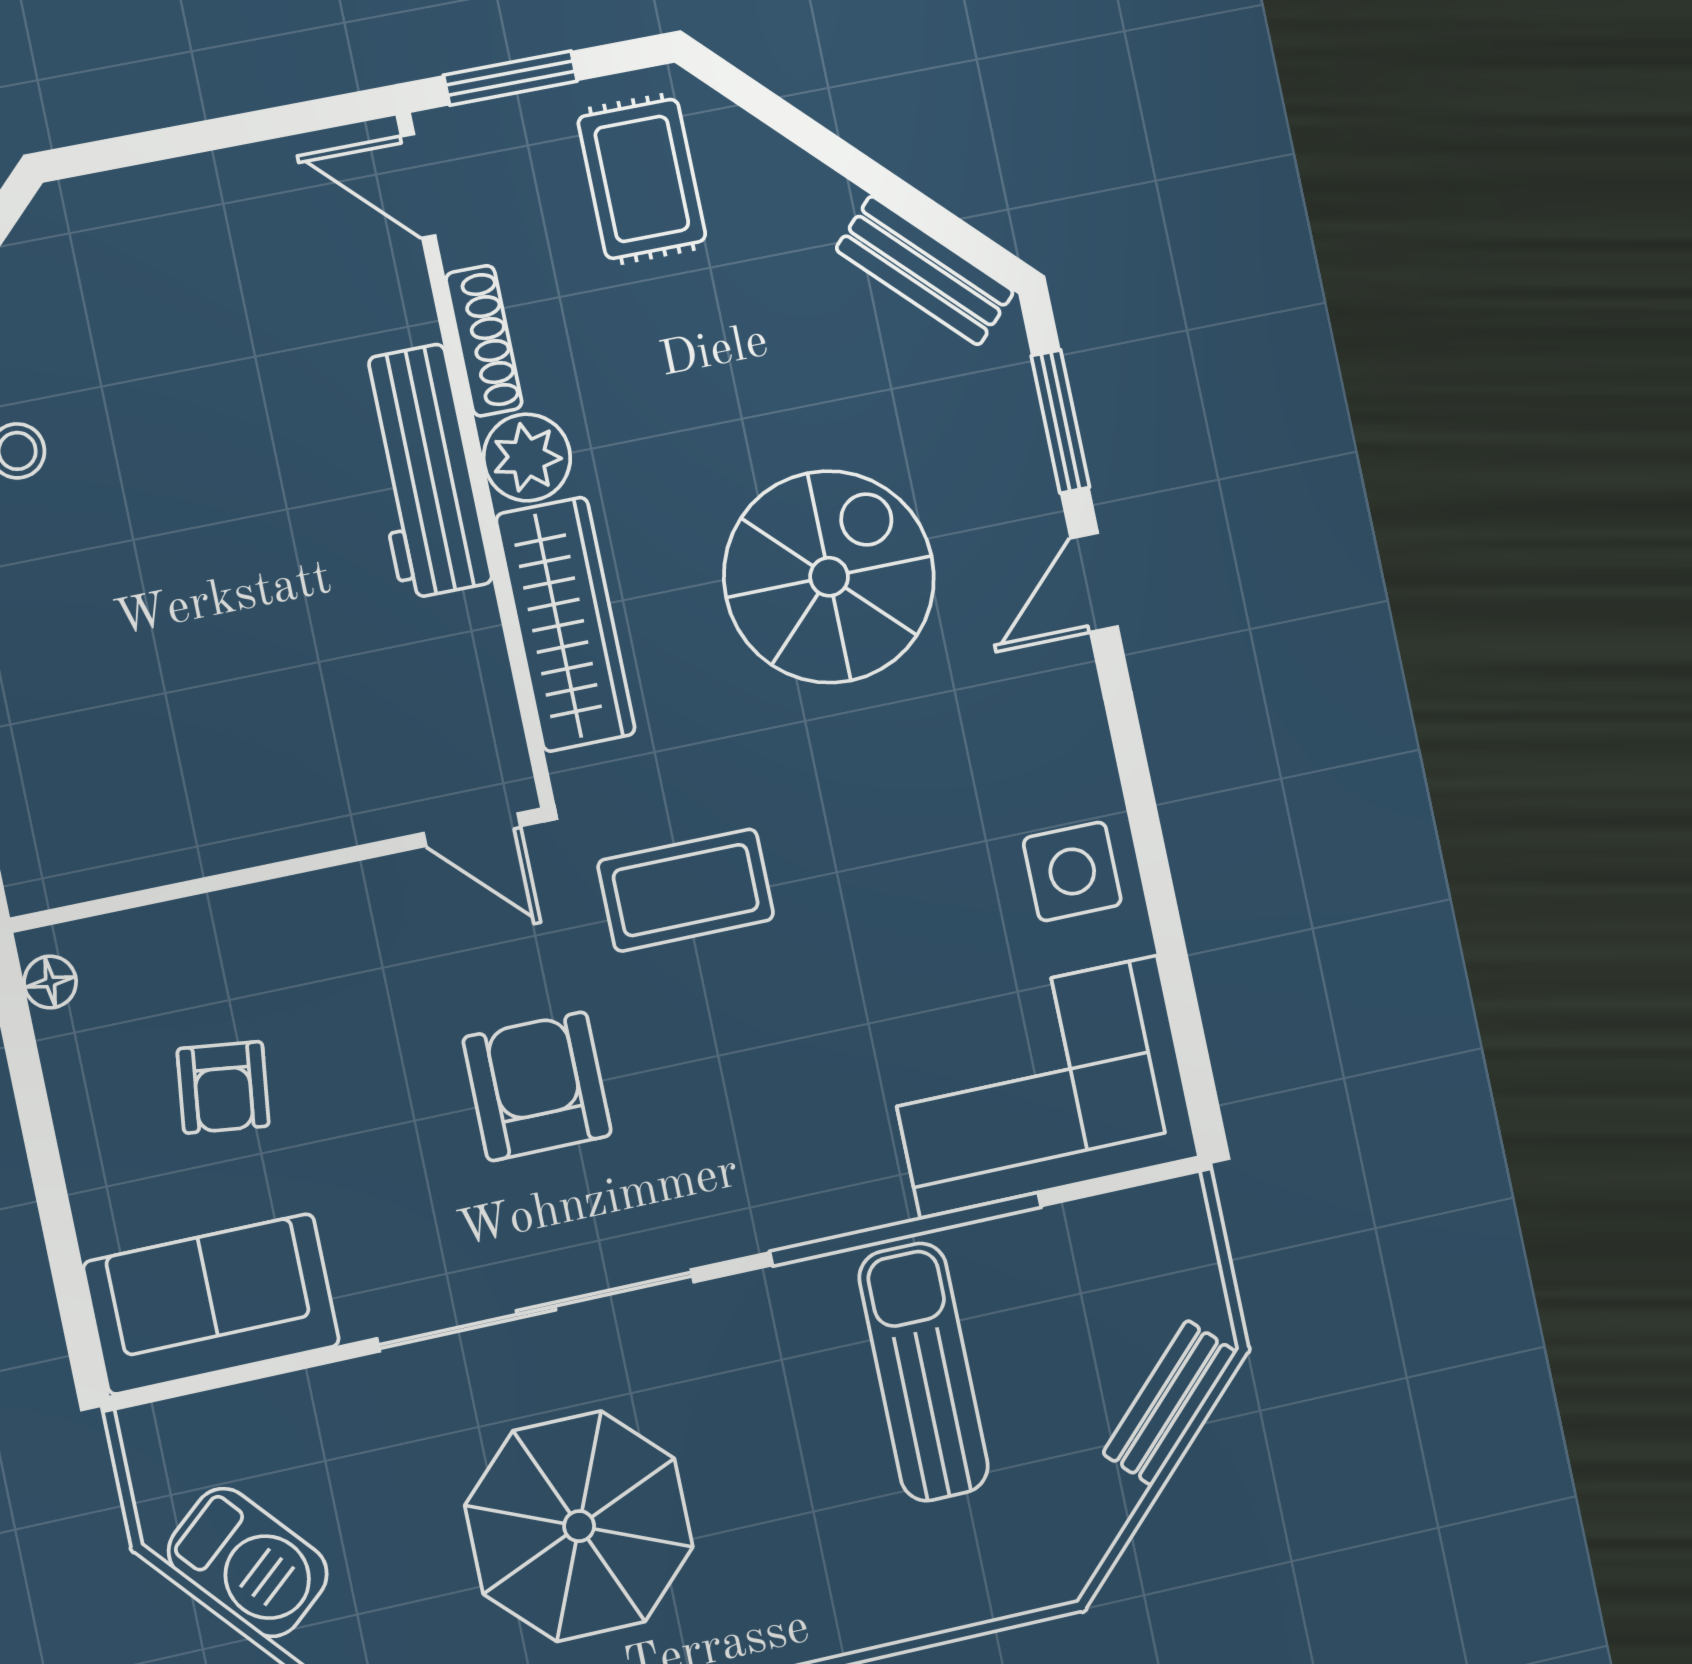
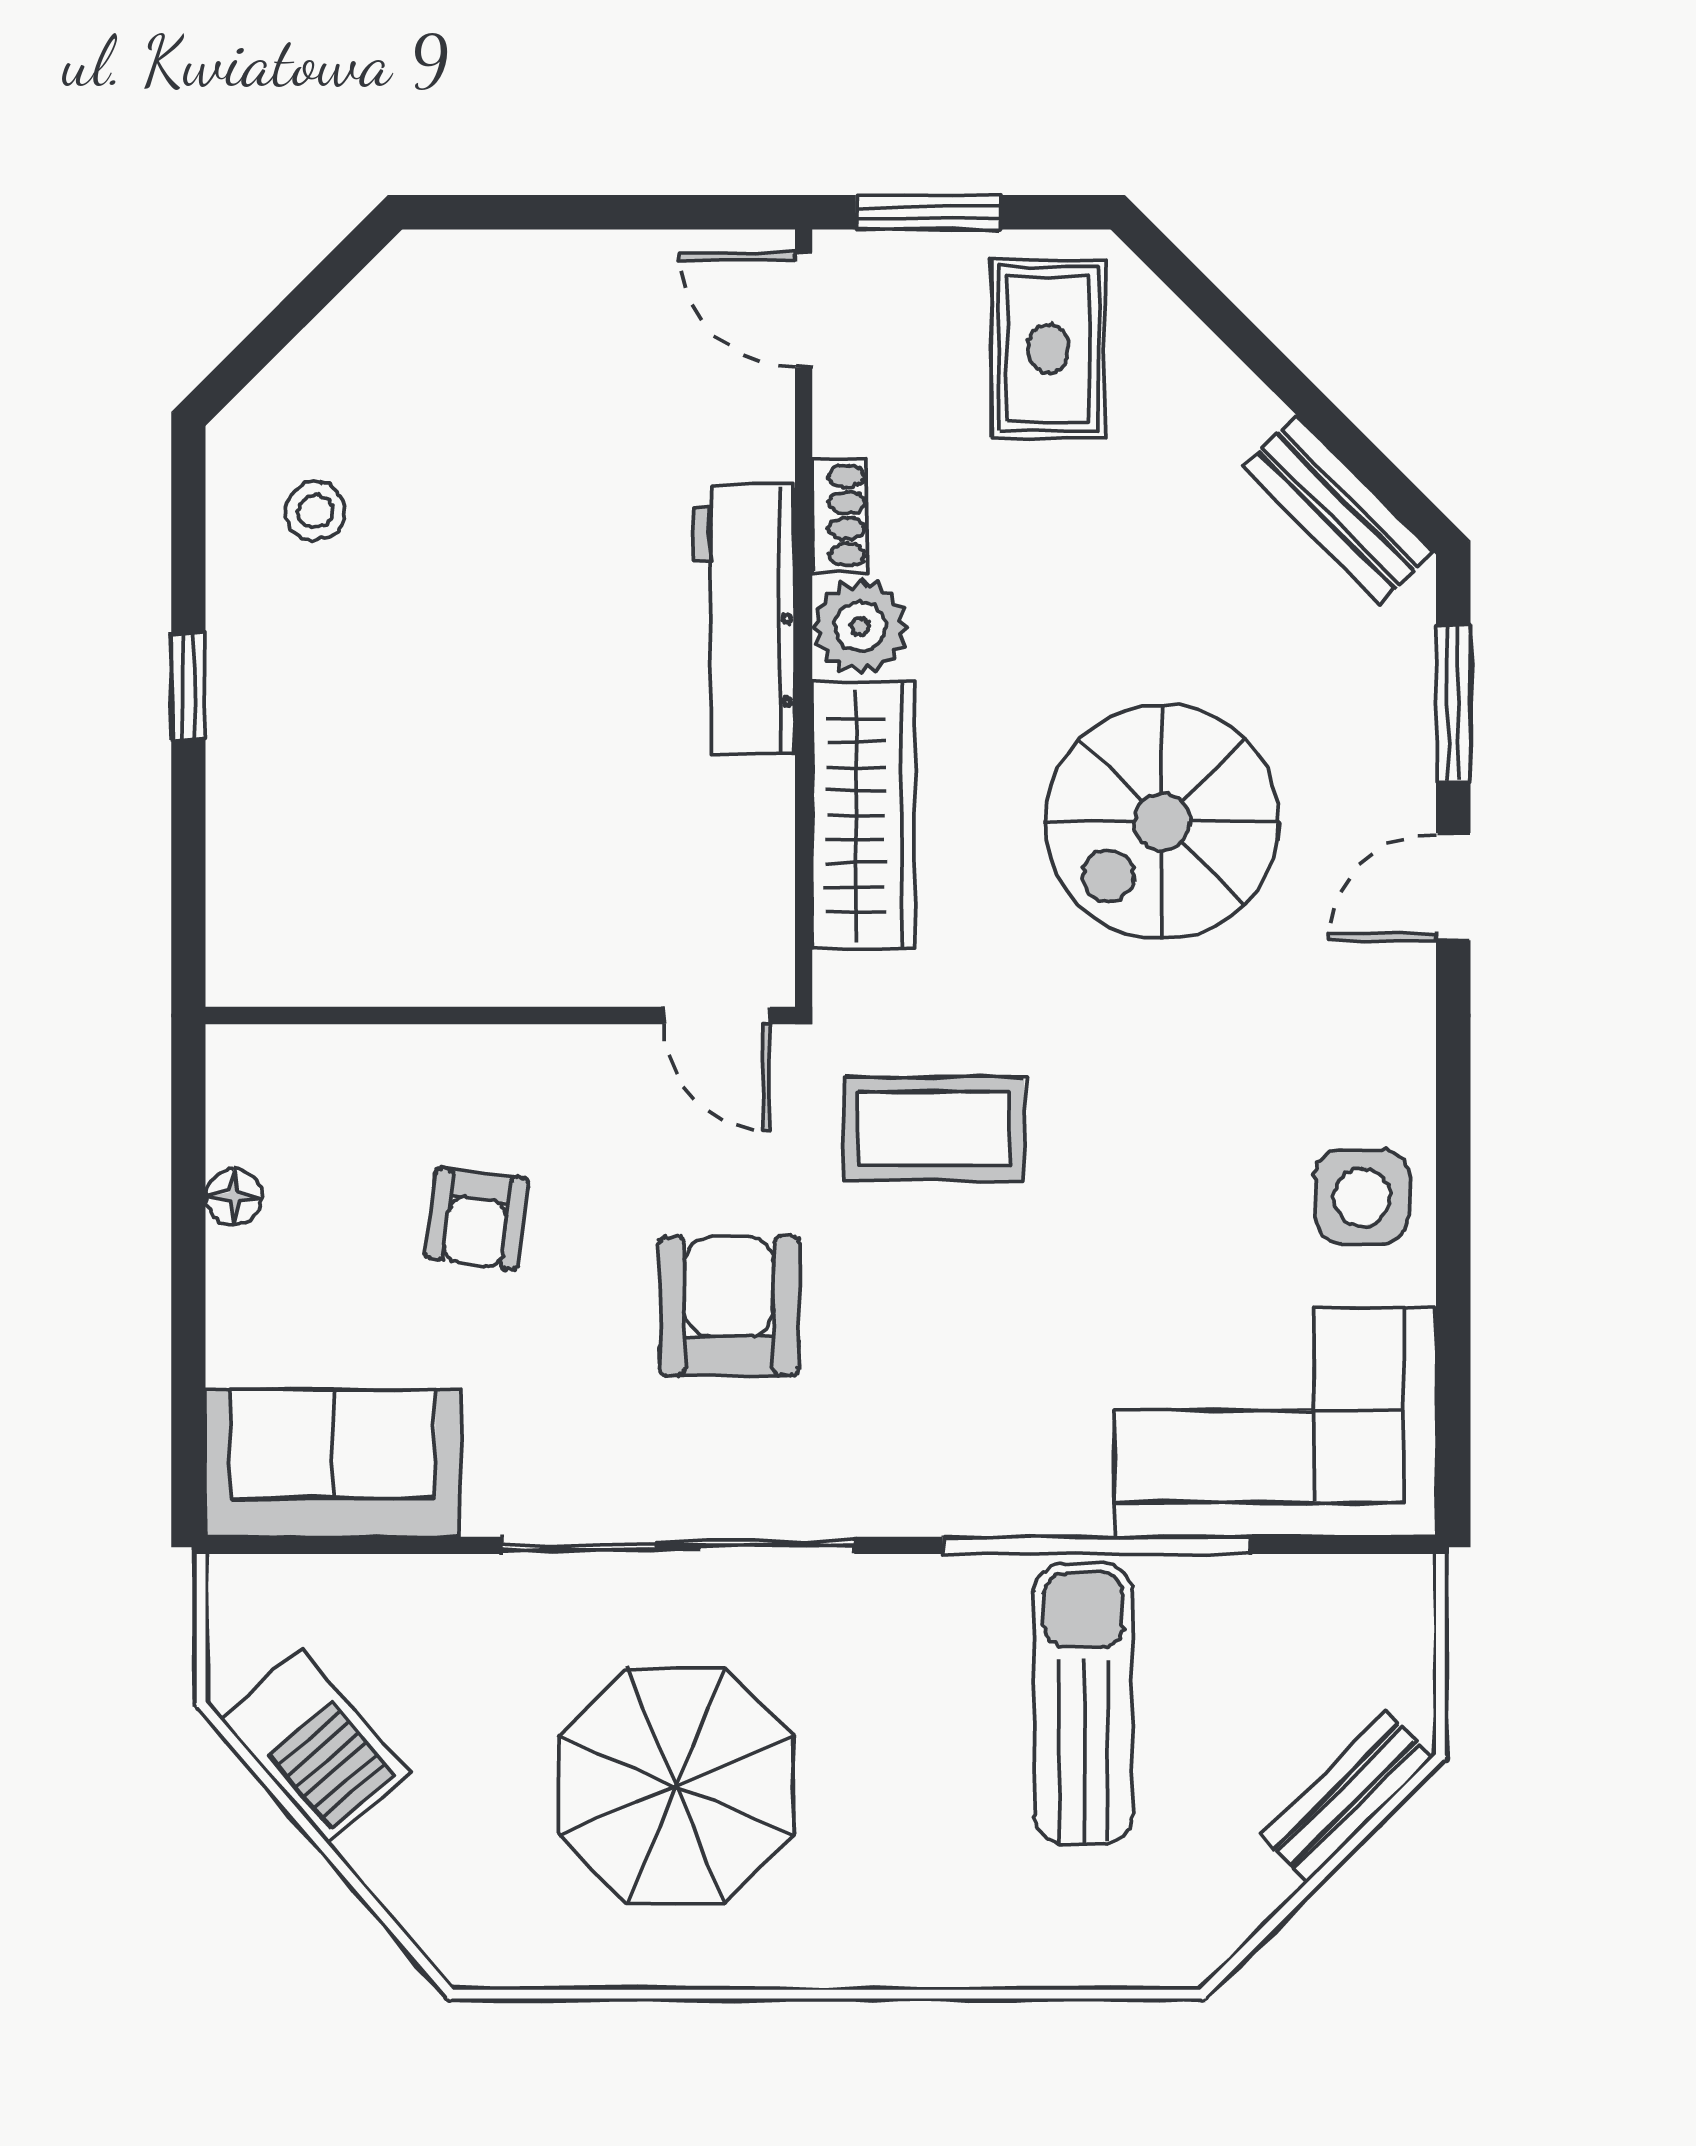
shoe rack: (484, 341) -> (840, 515), width x0.70
spiral stairs: (829, 577) -> (1162, 822), turned 180
floor lamp: (50, 982) -> (234, 1197), moved
armchair: (223, 1087) -> (477, 1219), moved

